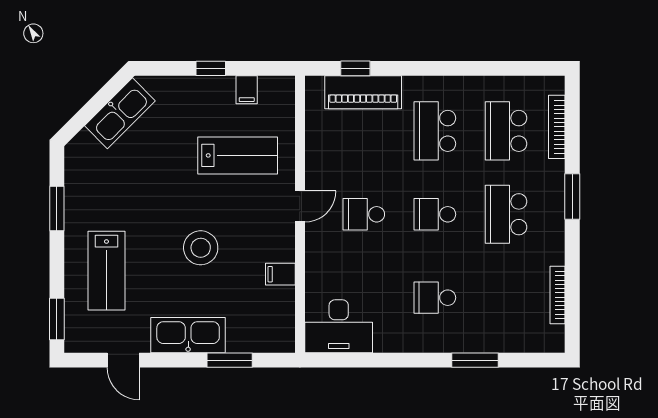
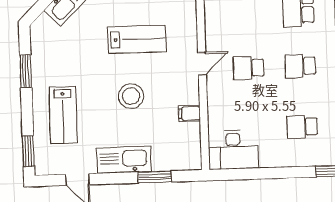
lab bench: (238, 155) -> (137, 39), moved

